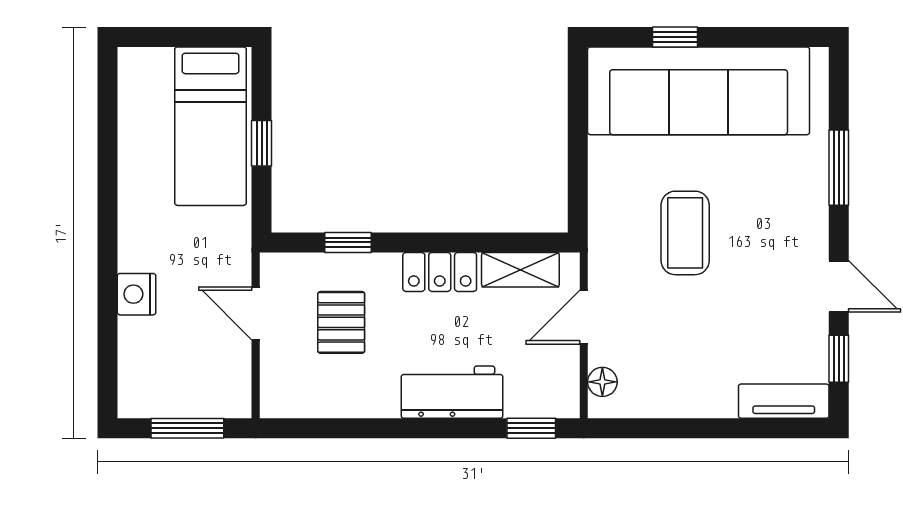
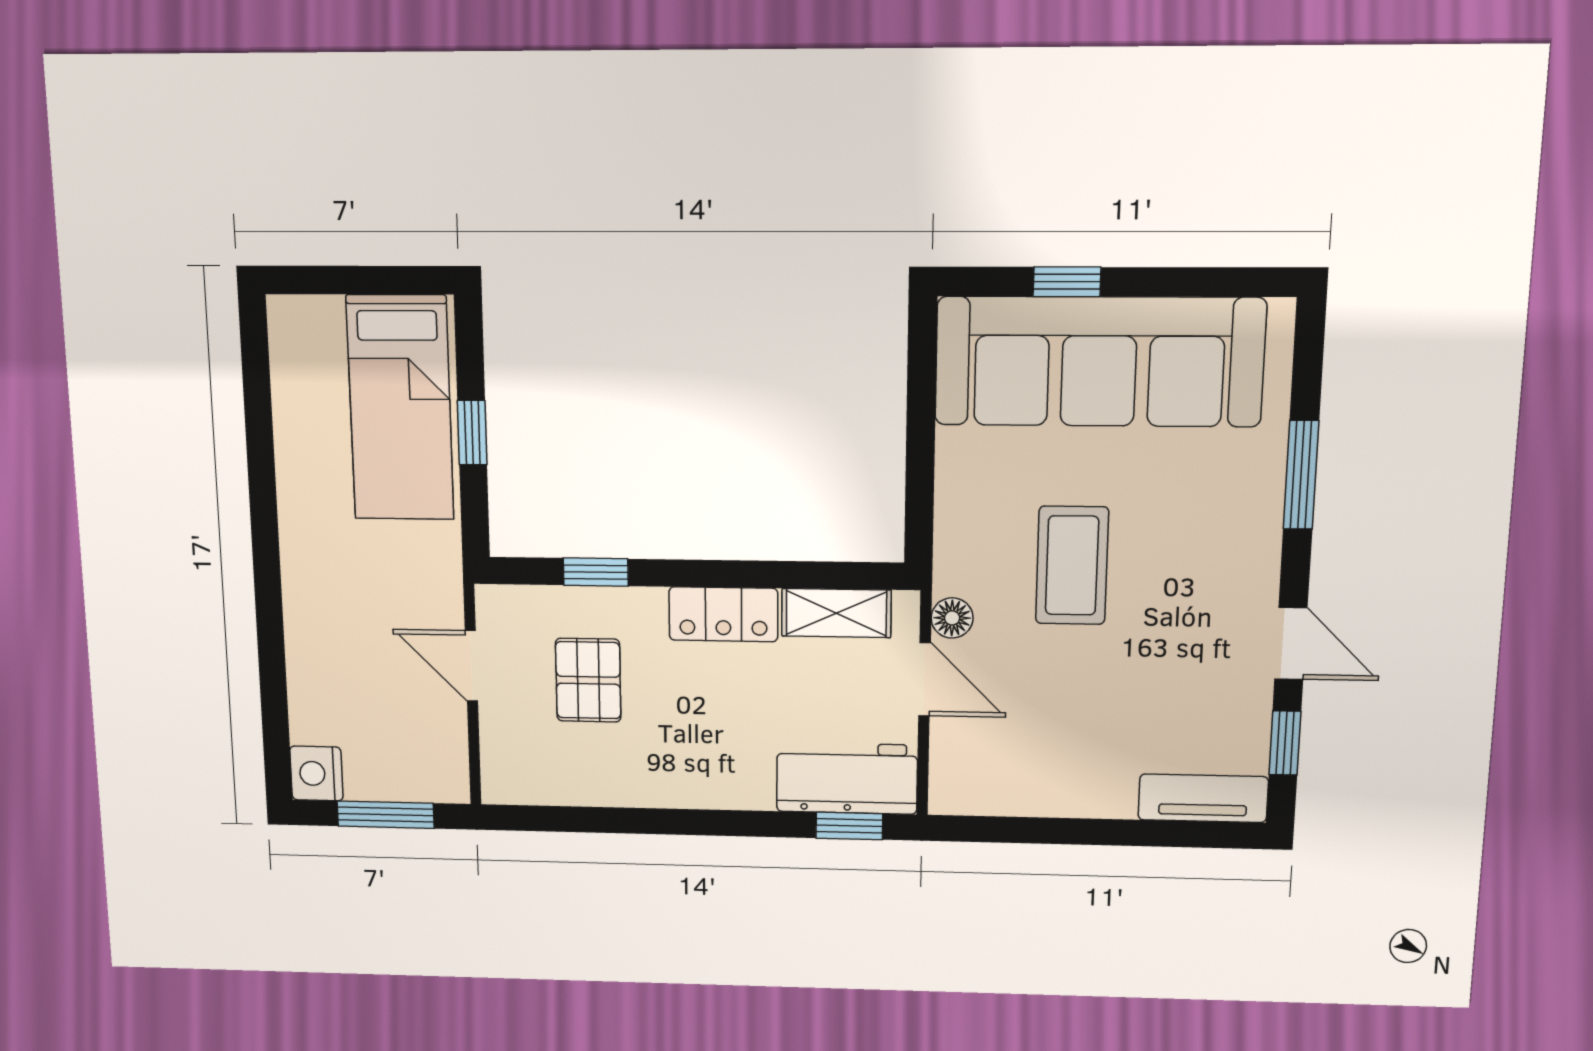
nightstand: (136, 294) -> (316, 773), moved
door: (584, 317) -> (925, 679), swing flipped
floor lamp: (602, 382) -> (952, 618), moved
workbench: (452, 392) -> (847, 778), moved

